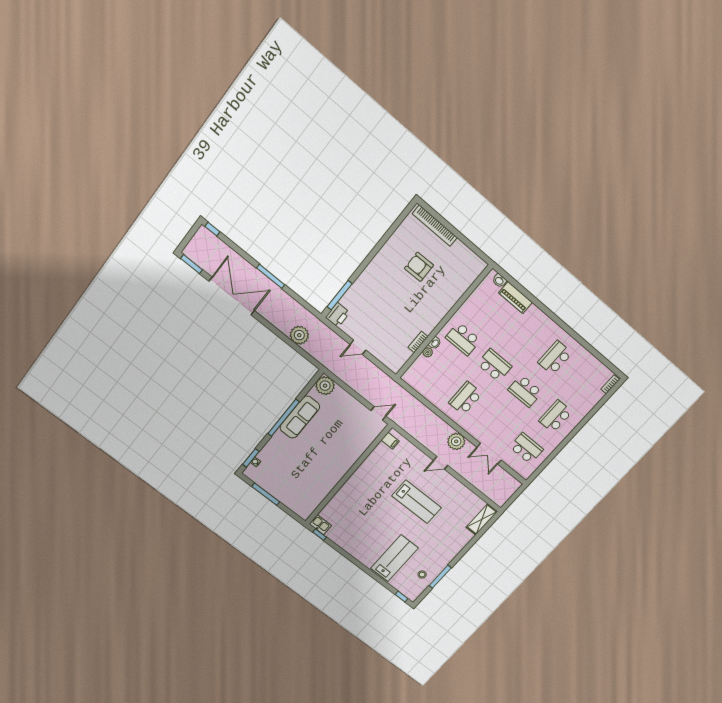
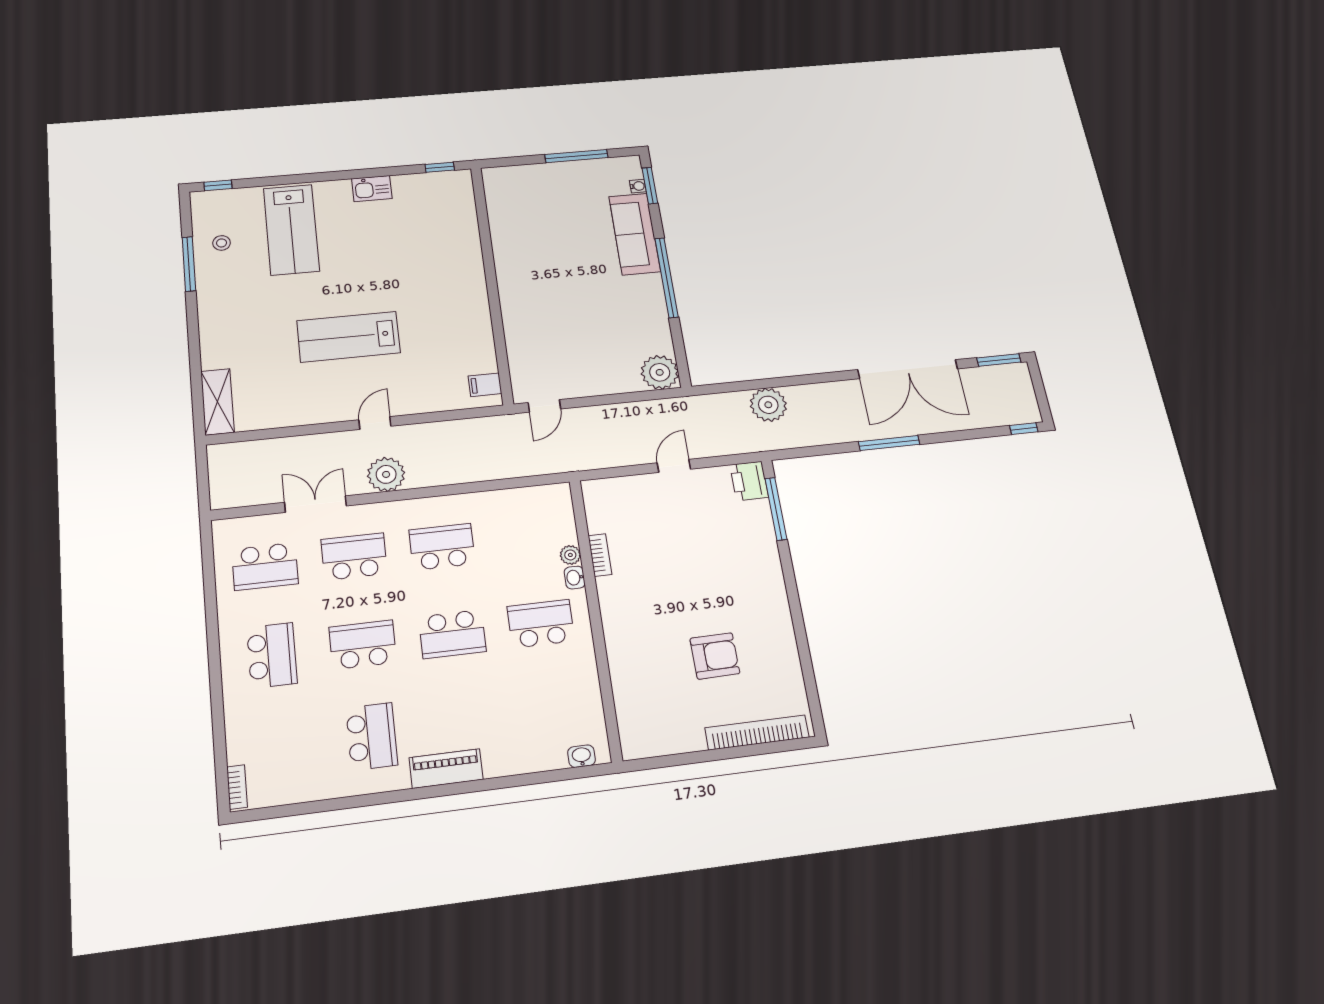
piano: (515, 298) -> (446, 769), moved
school desk: (465, 398) -> (442, 547), turned -90
sofa: (300, 417) -> (635, 234), moved
school desk: (496, 423) -> (354, 557), added
kitchen sink: (320, 525) -> (372, 189), moved

